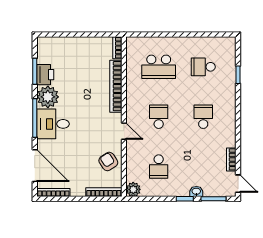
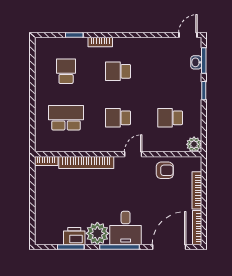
school desk: (159, 67) -> (66, 118), turned -90
school desk: (203, 67) -> (66, 71), turned 180
bookcase: (231, 159) -> (100, 42), moved
armchair: (108, 162) -> (165, 170), turned -147
school desk: (159, 167) -> (170, 118), turned 180
bookcase: (104, 192) -> (197, 190), moved
washbasin: (196, 192) -> (196, 62), moved

